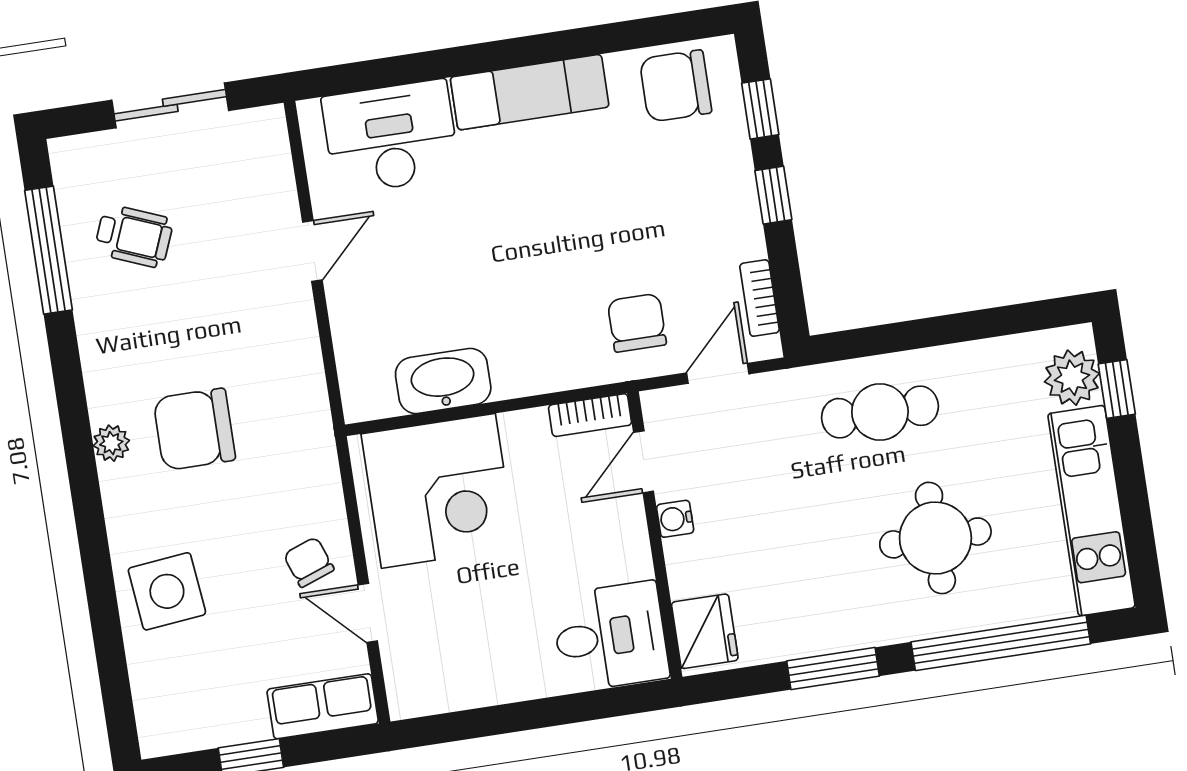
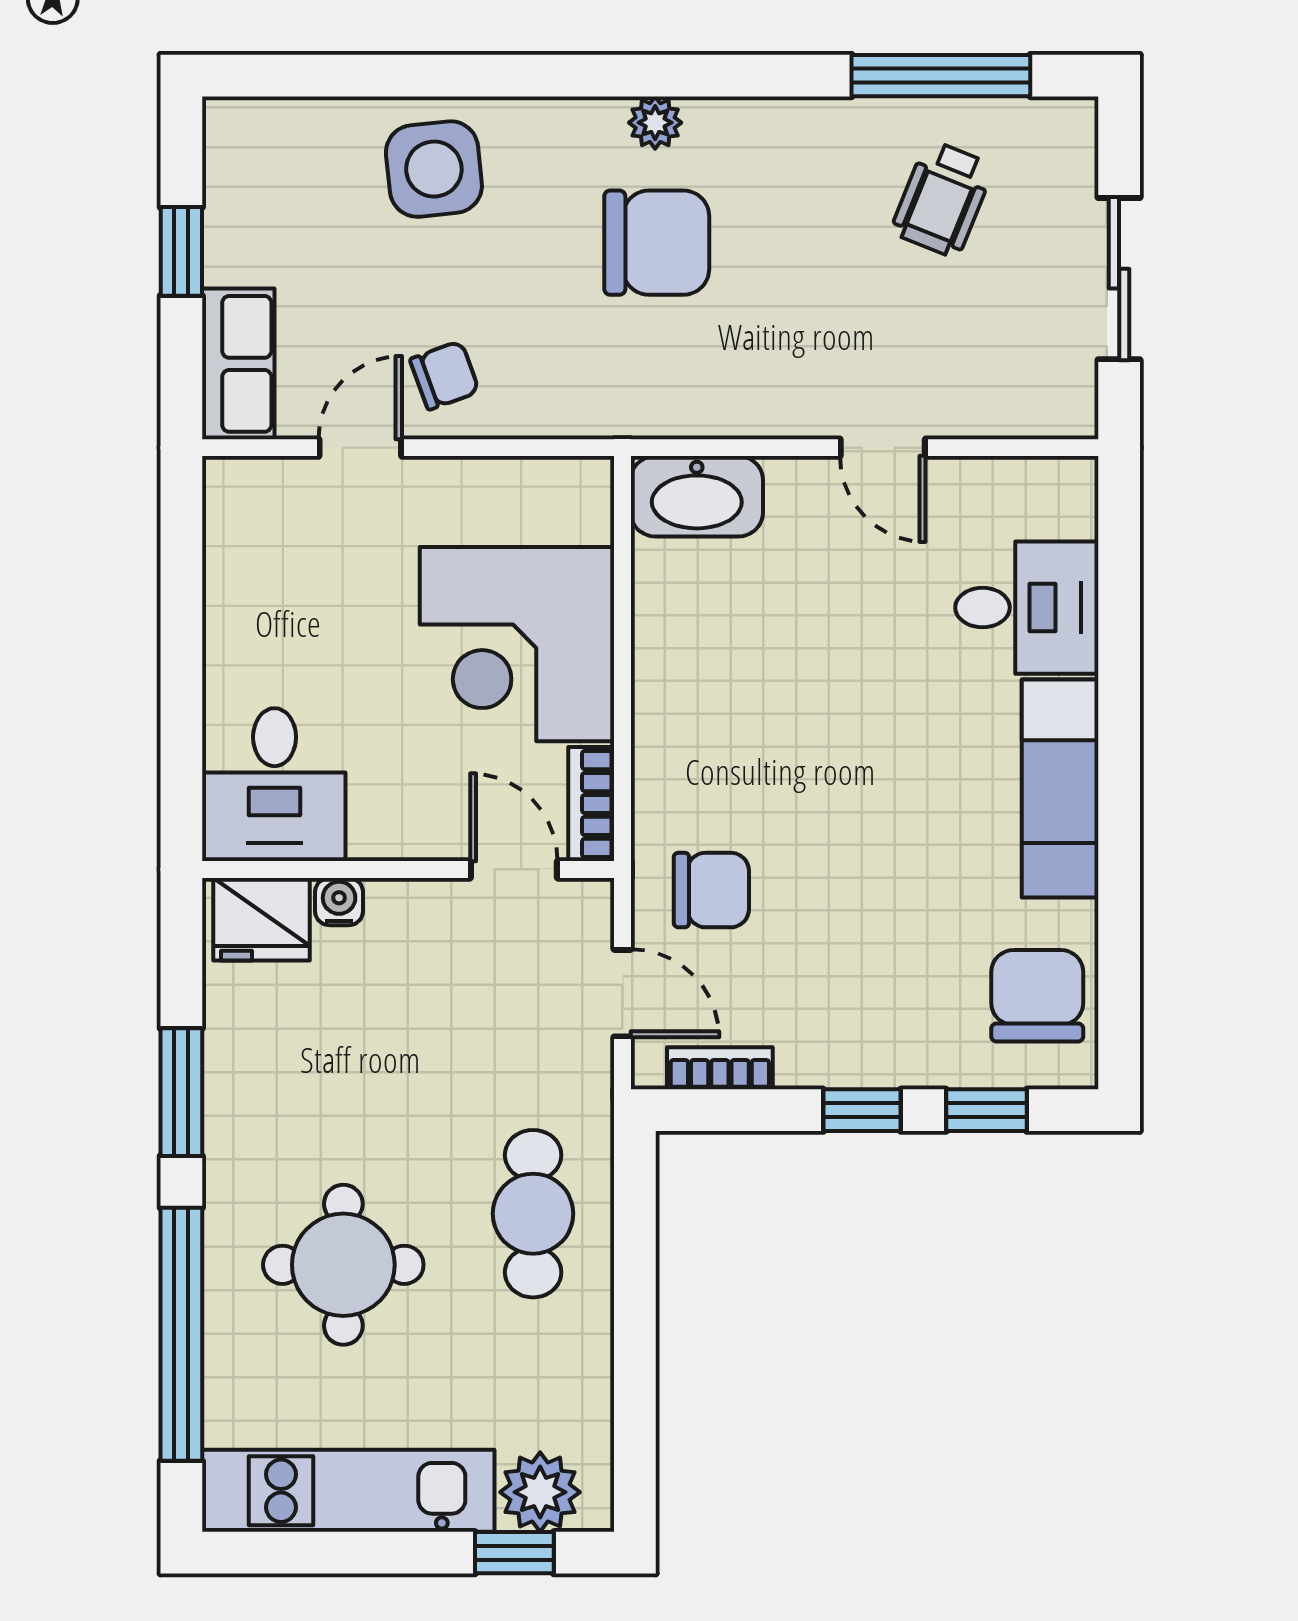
desk: (391, 137) -> (1027, 608), width x0.73
washbasin: (443, 381) -> (697, 496), moved, turned 90
chair: (194, 429) -> (657, 243), turned 90
corner desk: (438, 491) -> (517, 644), moved
water cooler: (675, 519) -> (339, 902), moved

